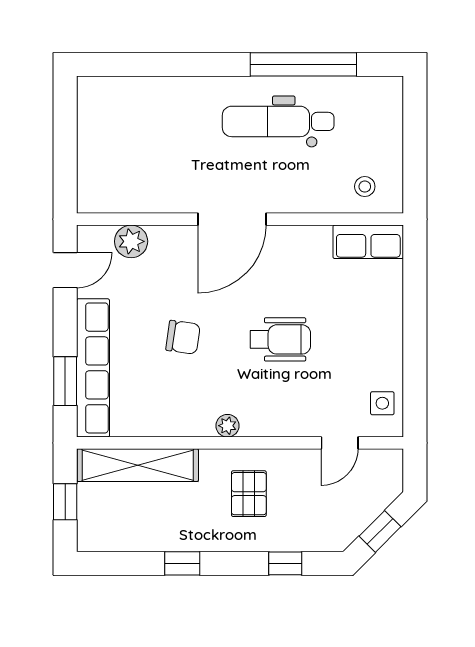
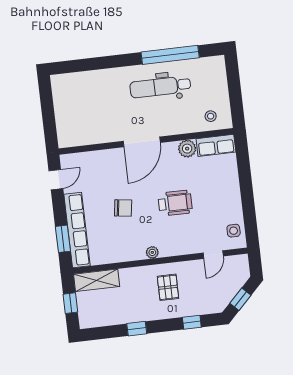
plant: (131, 241) -> (187, 149), moved
shelving: (138, 465) -> (97, 280), width x0.68

